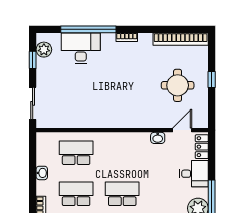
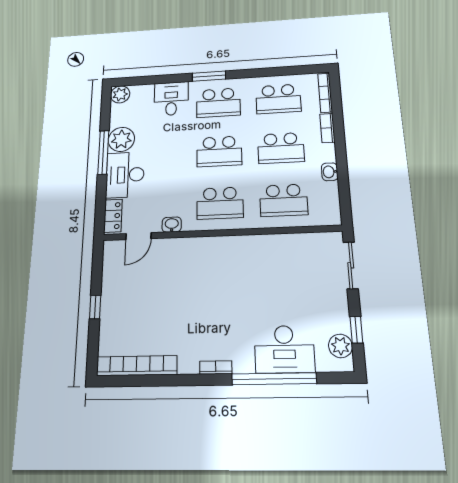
round table: (178, 85) -> (143, 298), removed
school desk: (122, 153) -> (220, 203), added
desk: (194, 174) -> (125, 175), width x1.37

